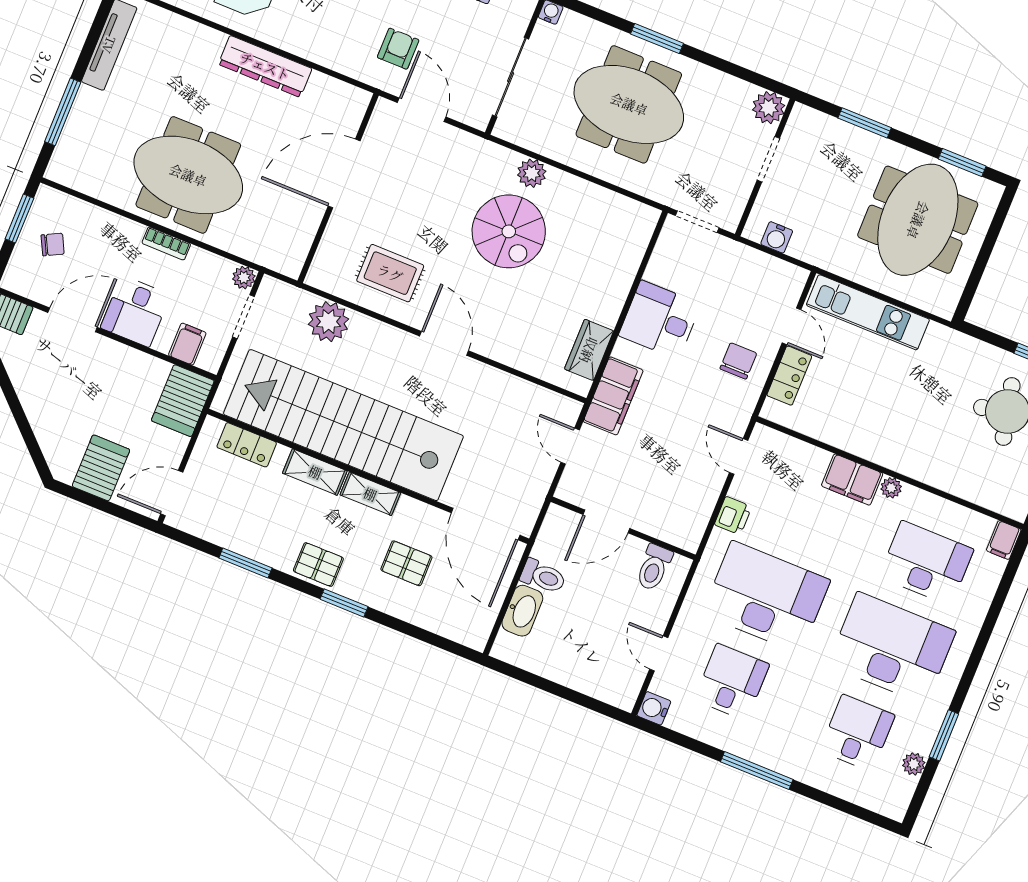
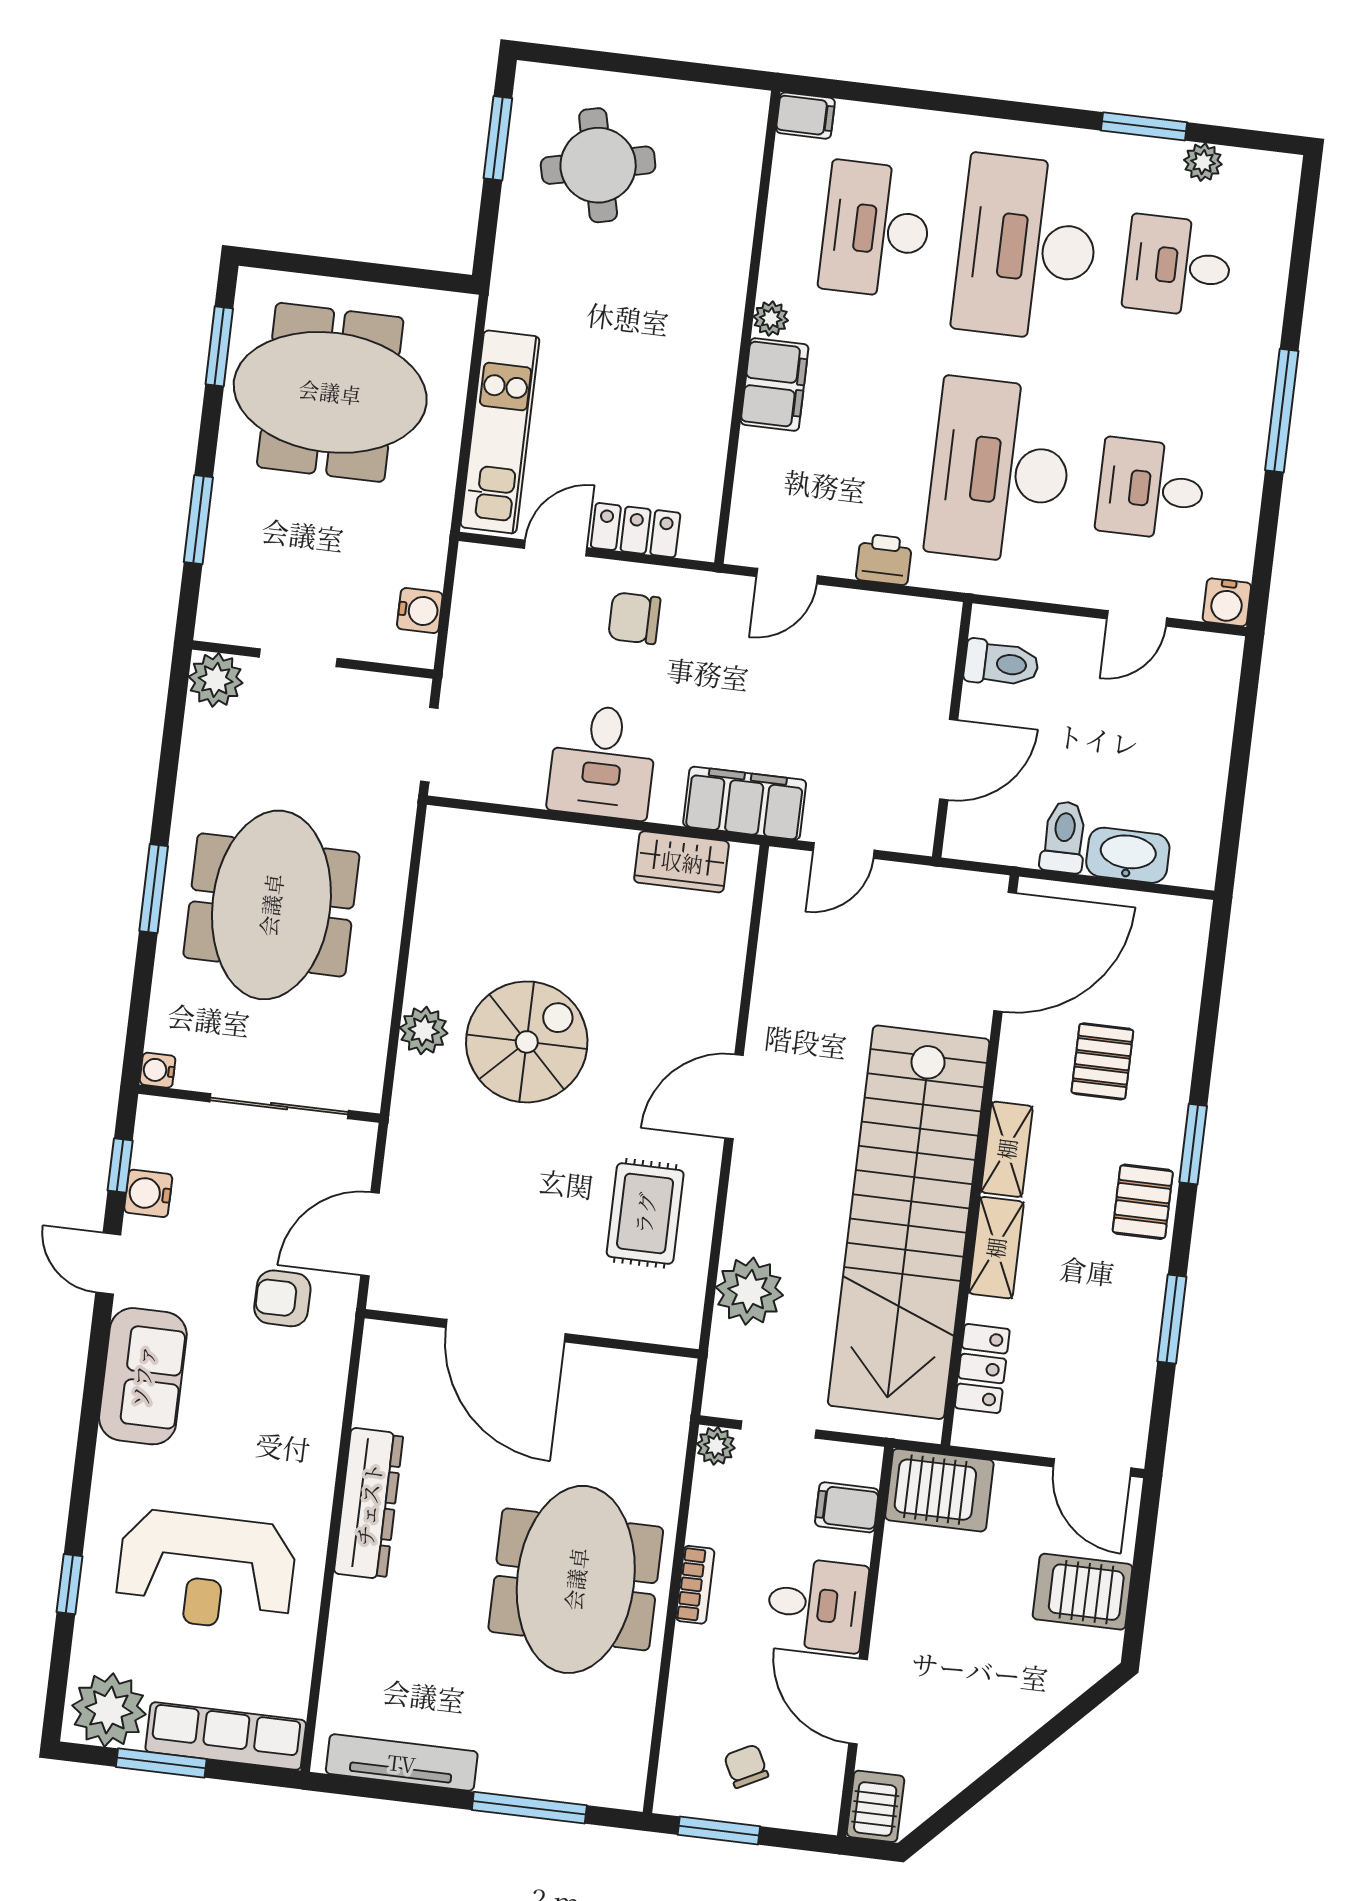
door: (606, 521) -> (949, 759), hinge flipped

